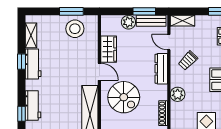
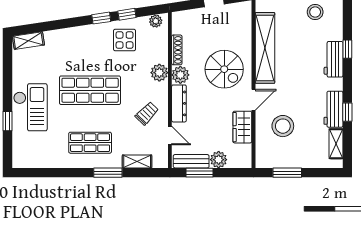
shelving: (182, 21) -> (137, 161), moved
stool: (75, 29) -> (283, 126), moved
door: (99, 72) -> (253, 100), swing flipped
plant: (160, 92) -> (180, 75), added
spiral stairs: (124, 97) -> (224, 69), turned 180

